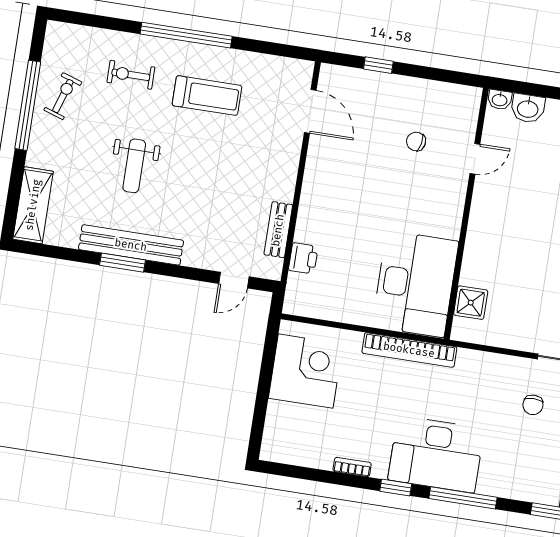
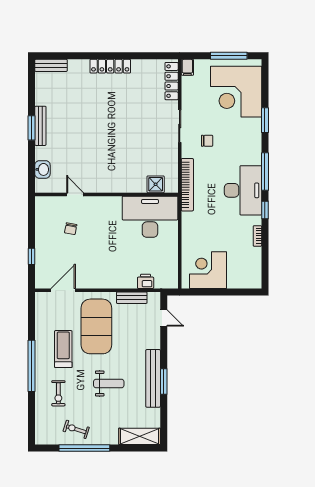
washbasin: (500, 100) -> (40, 186), removed
exercise mat: (238, 160) -> (96, 326), added
bookcase: (409, 350) -> (187, 185), moved

